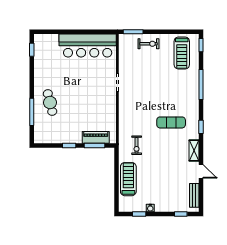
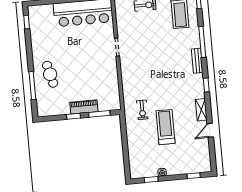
exercise mat: (171, 122) -> (175, 83), removed
piano: (96, 137) -> (84, 107), moved
door: (201, 171) -> (210, 130), swing flipped
treadmill: (128, 179) -> (166, 127), moved
bench: (194, 195) -> (197, 61), moved

